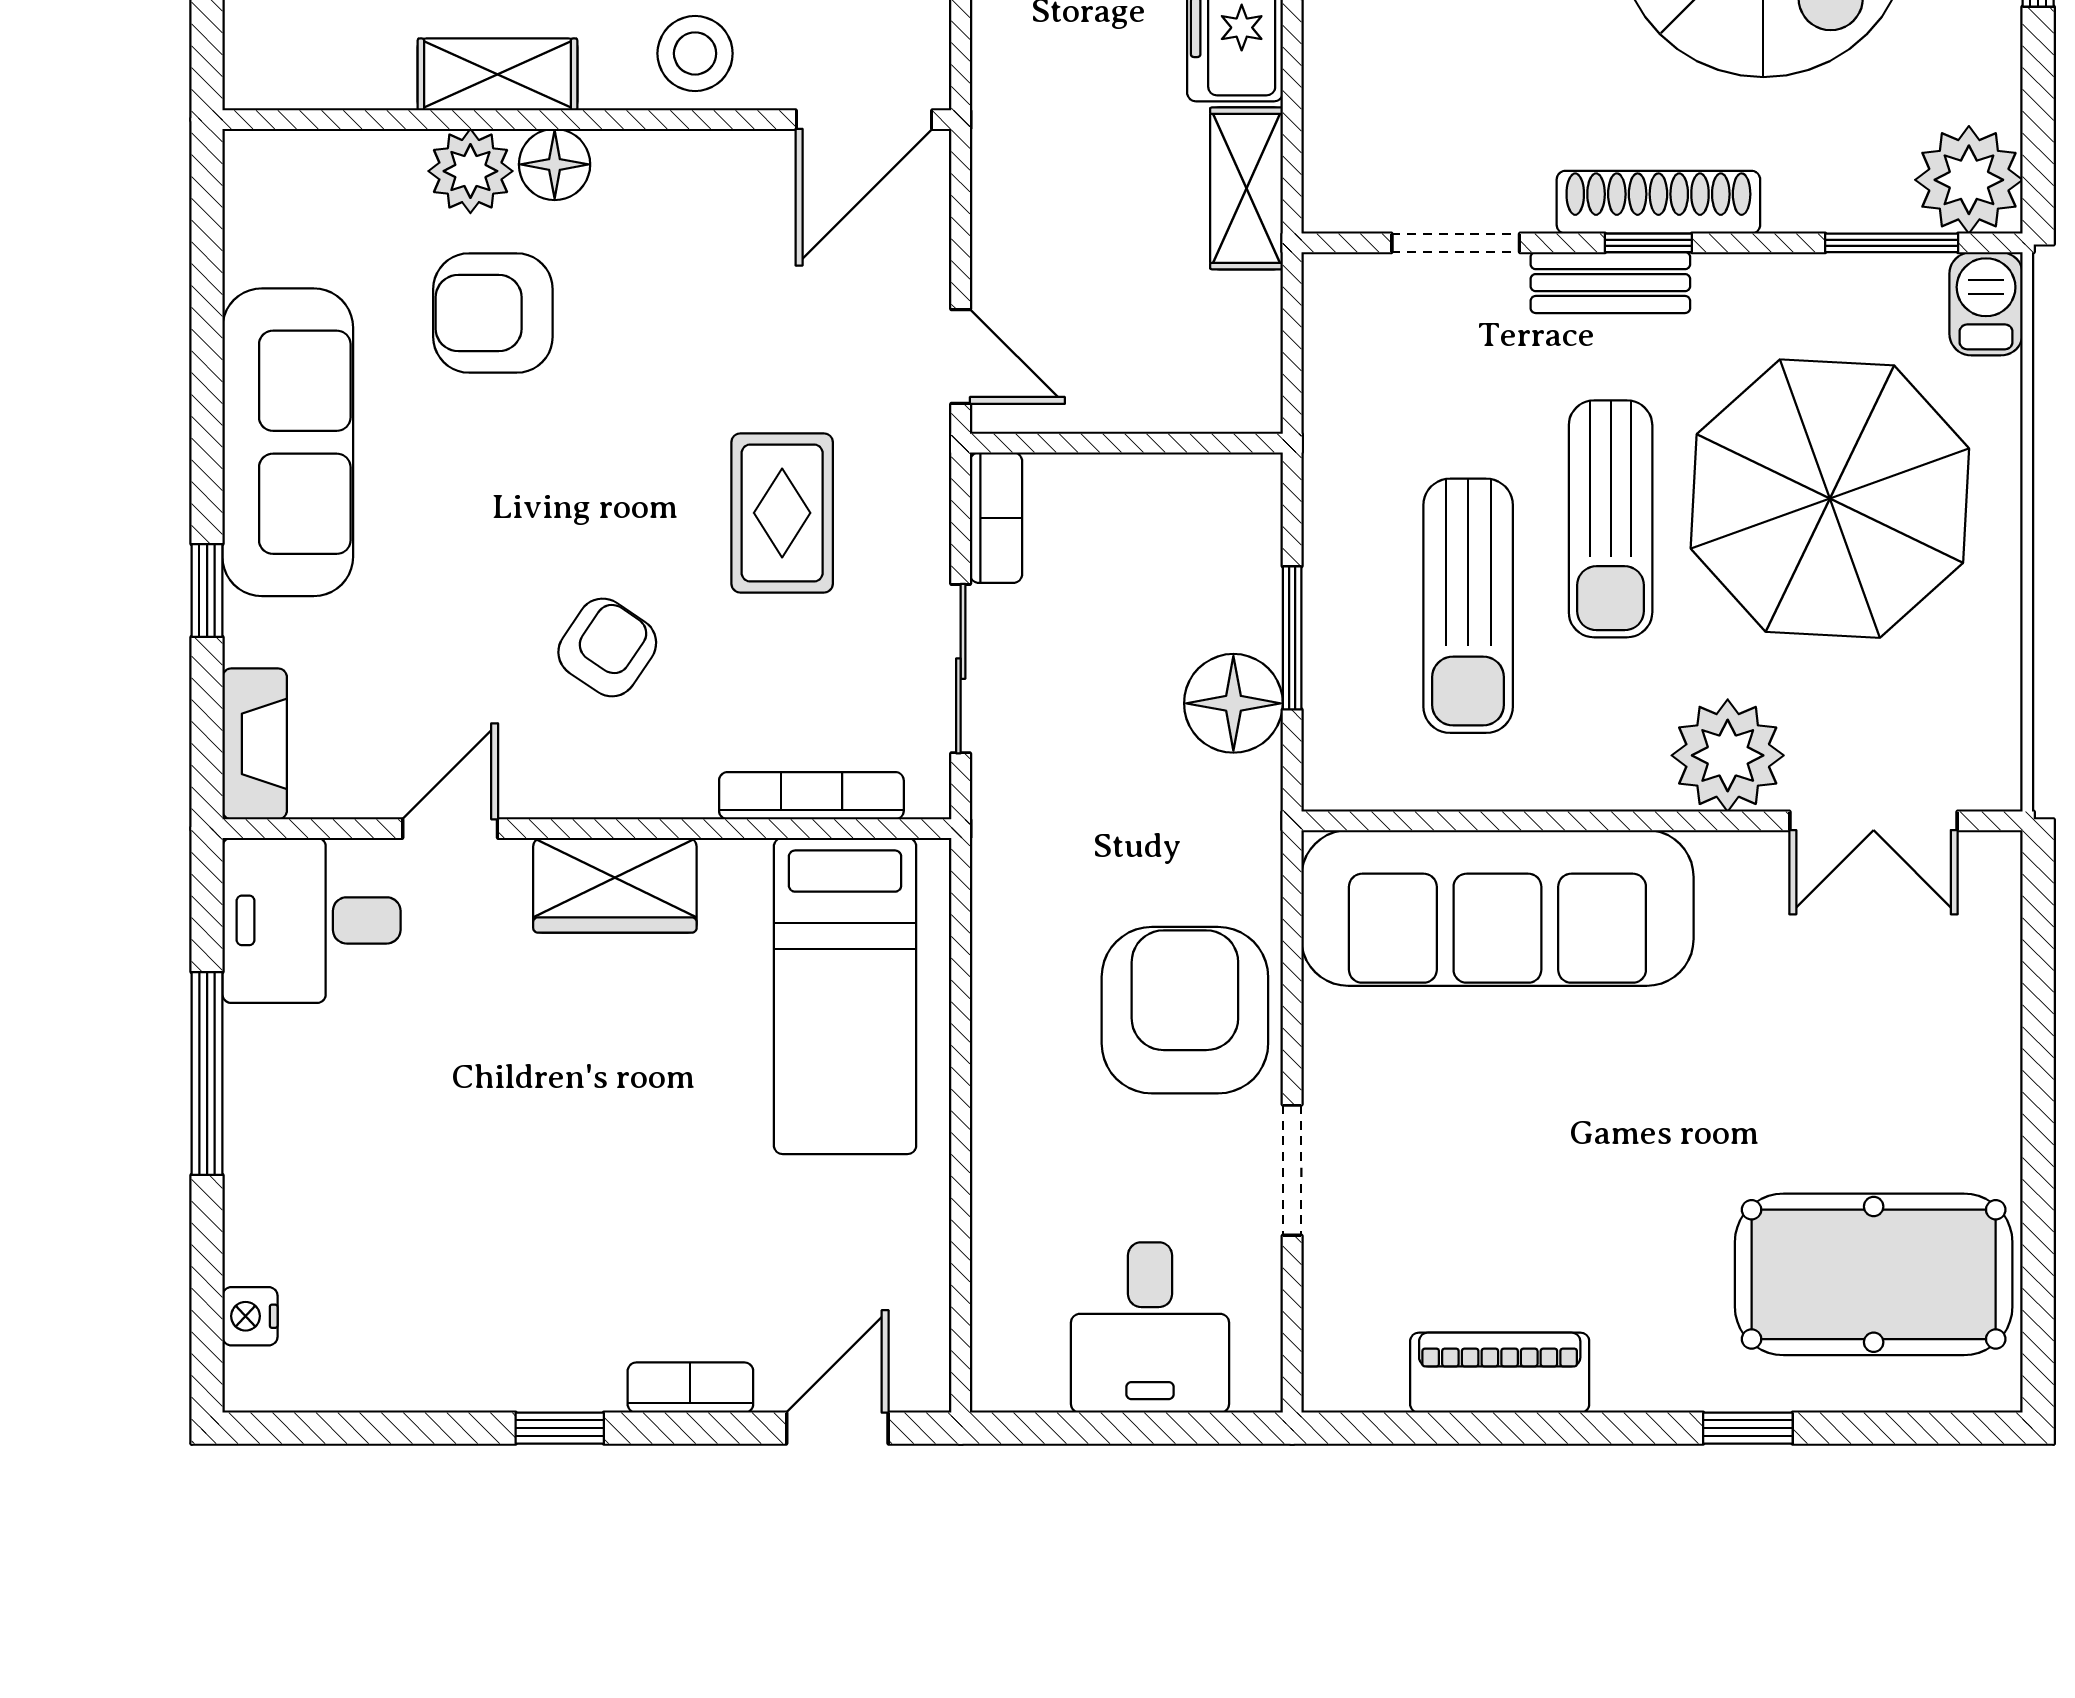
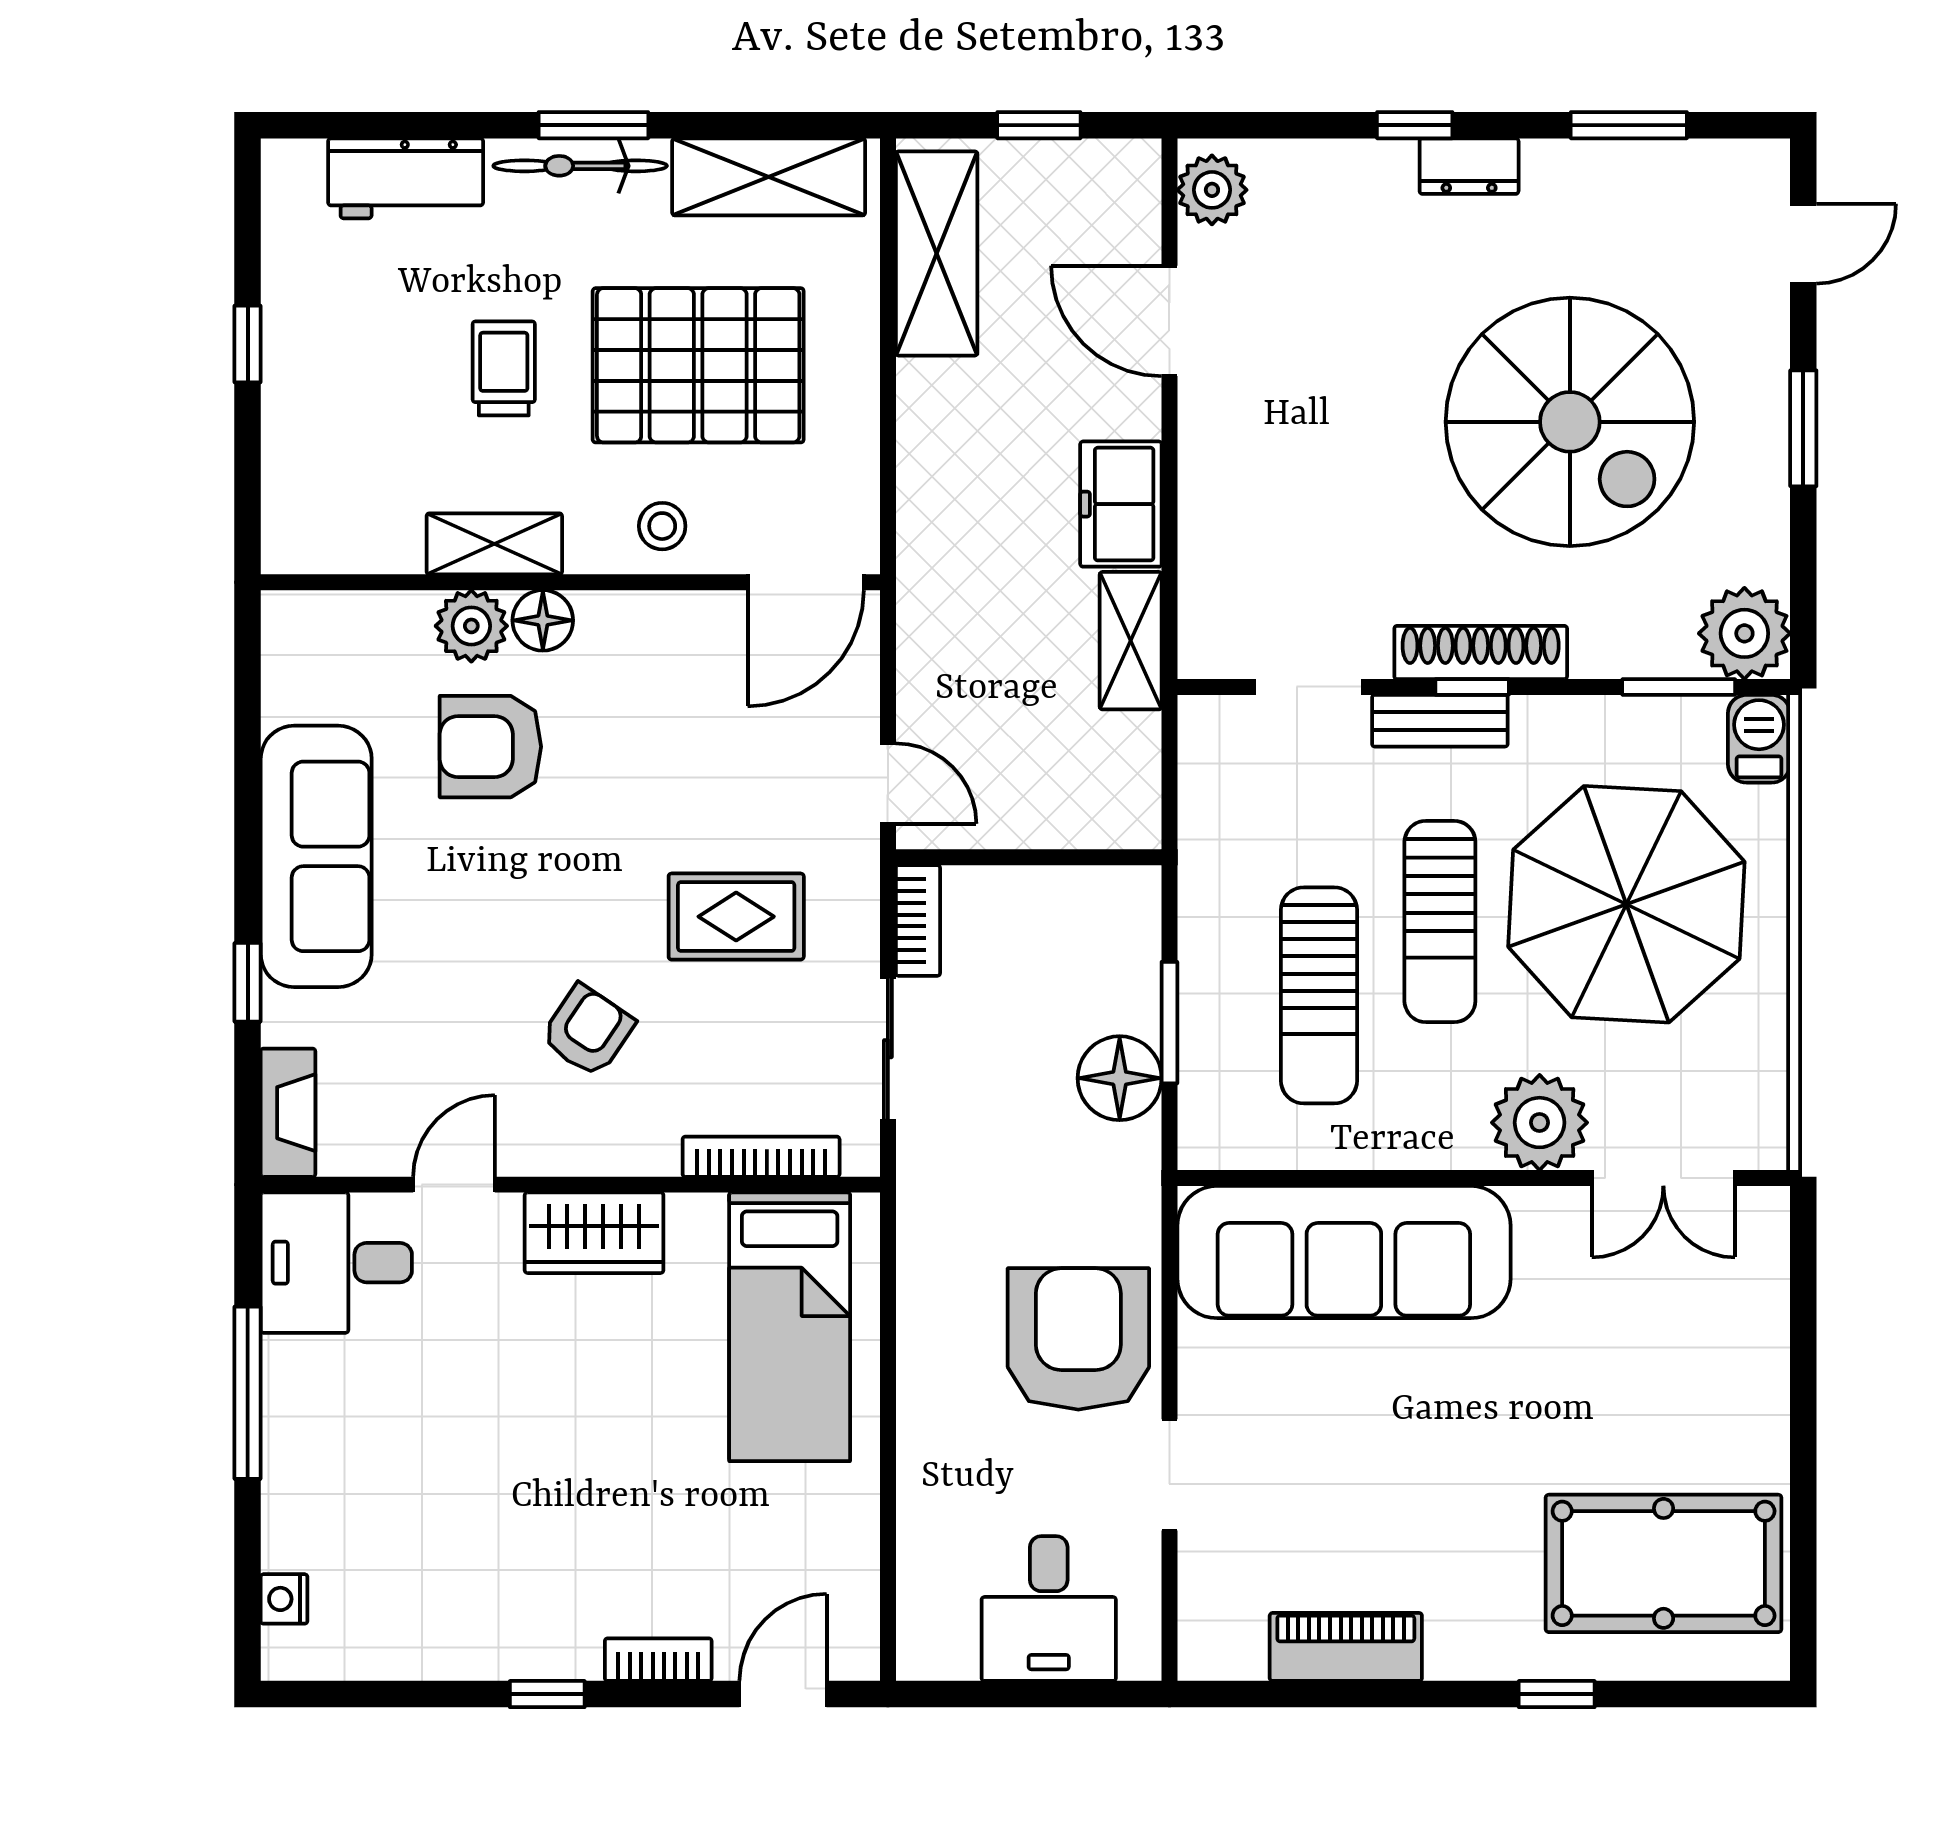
stool: (695, 53) -> (662, 526), width x0.73, depth x0.73
rug: (782, 513) -> (736, 917), turned 90

